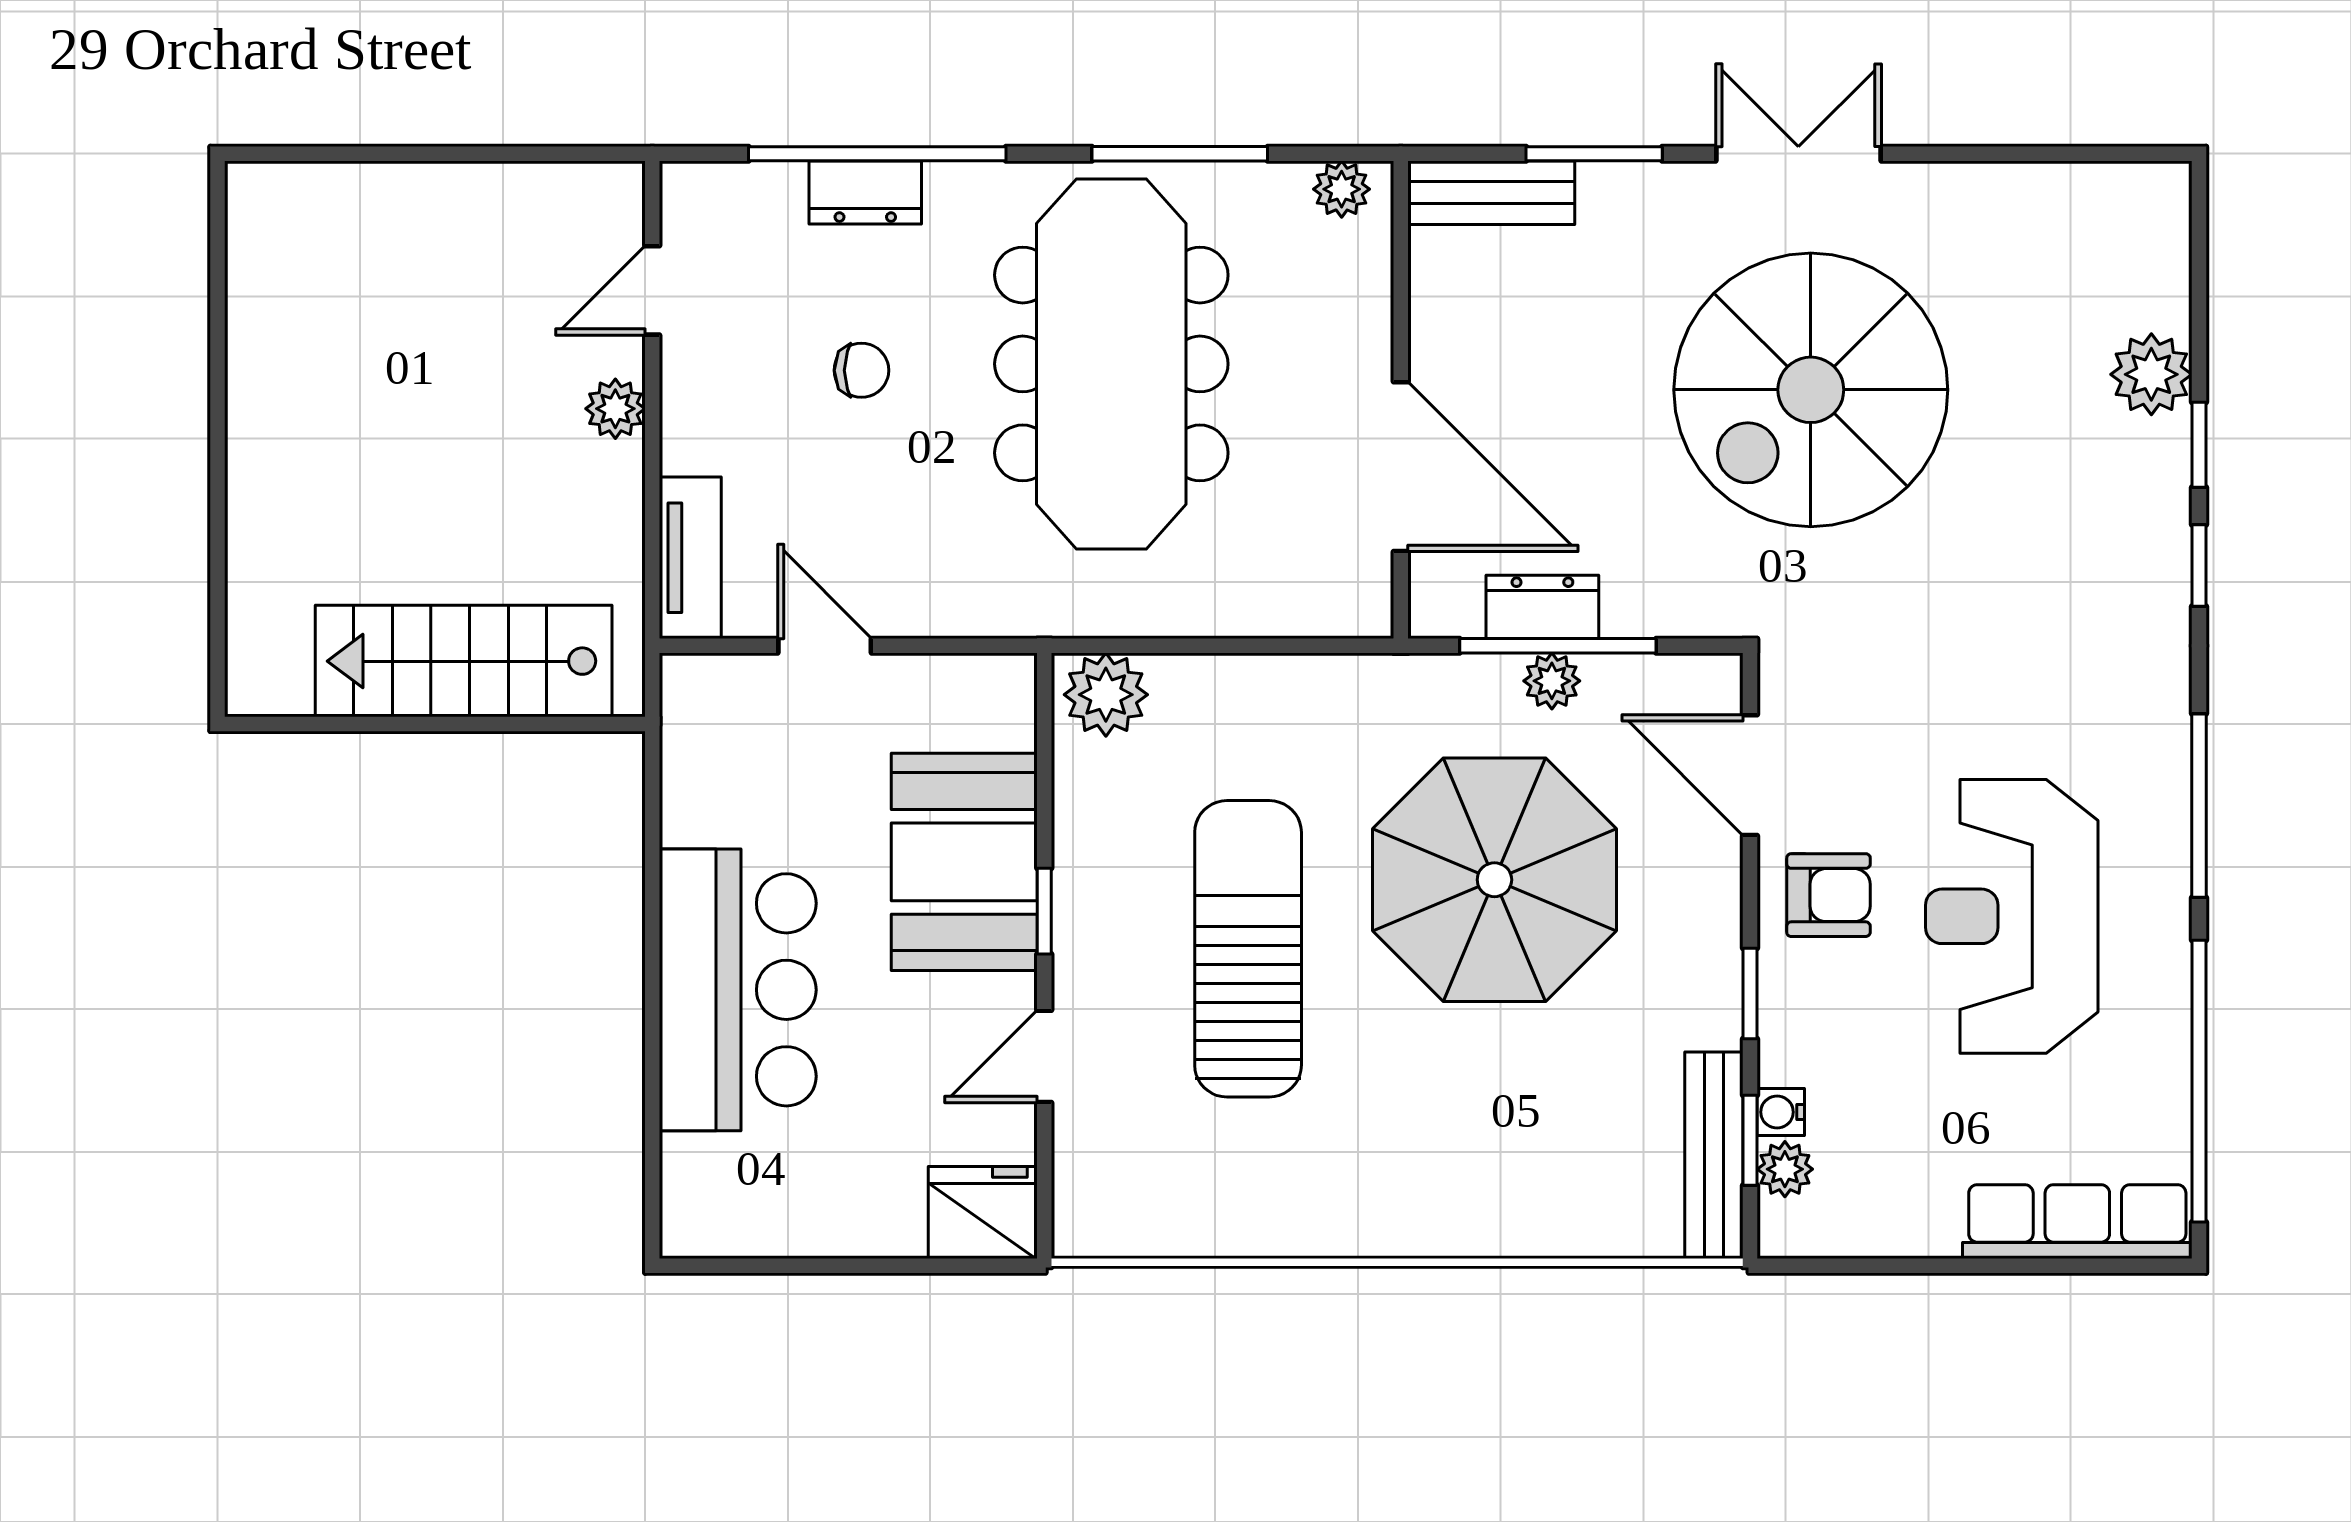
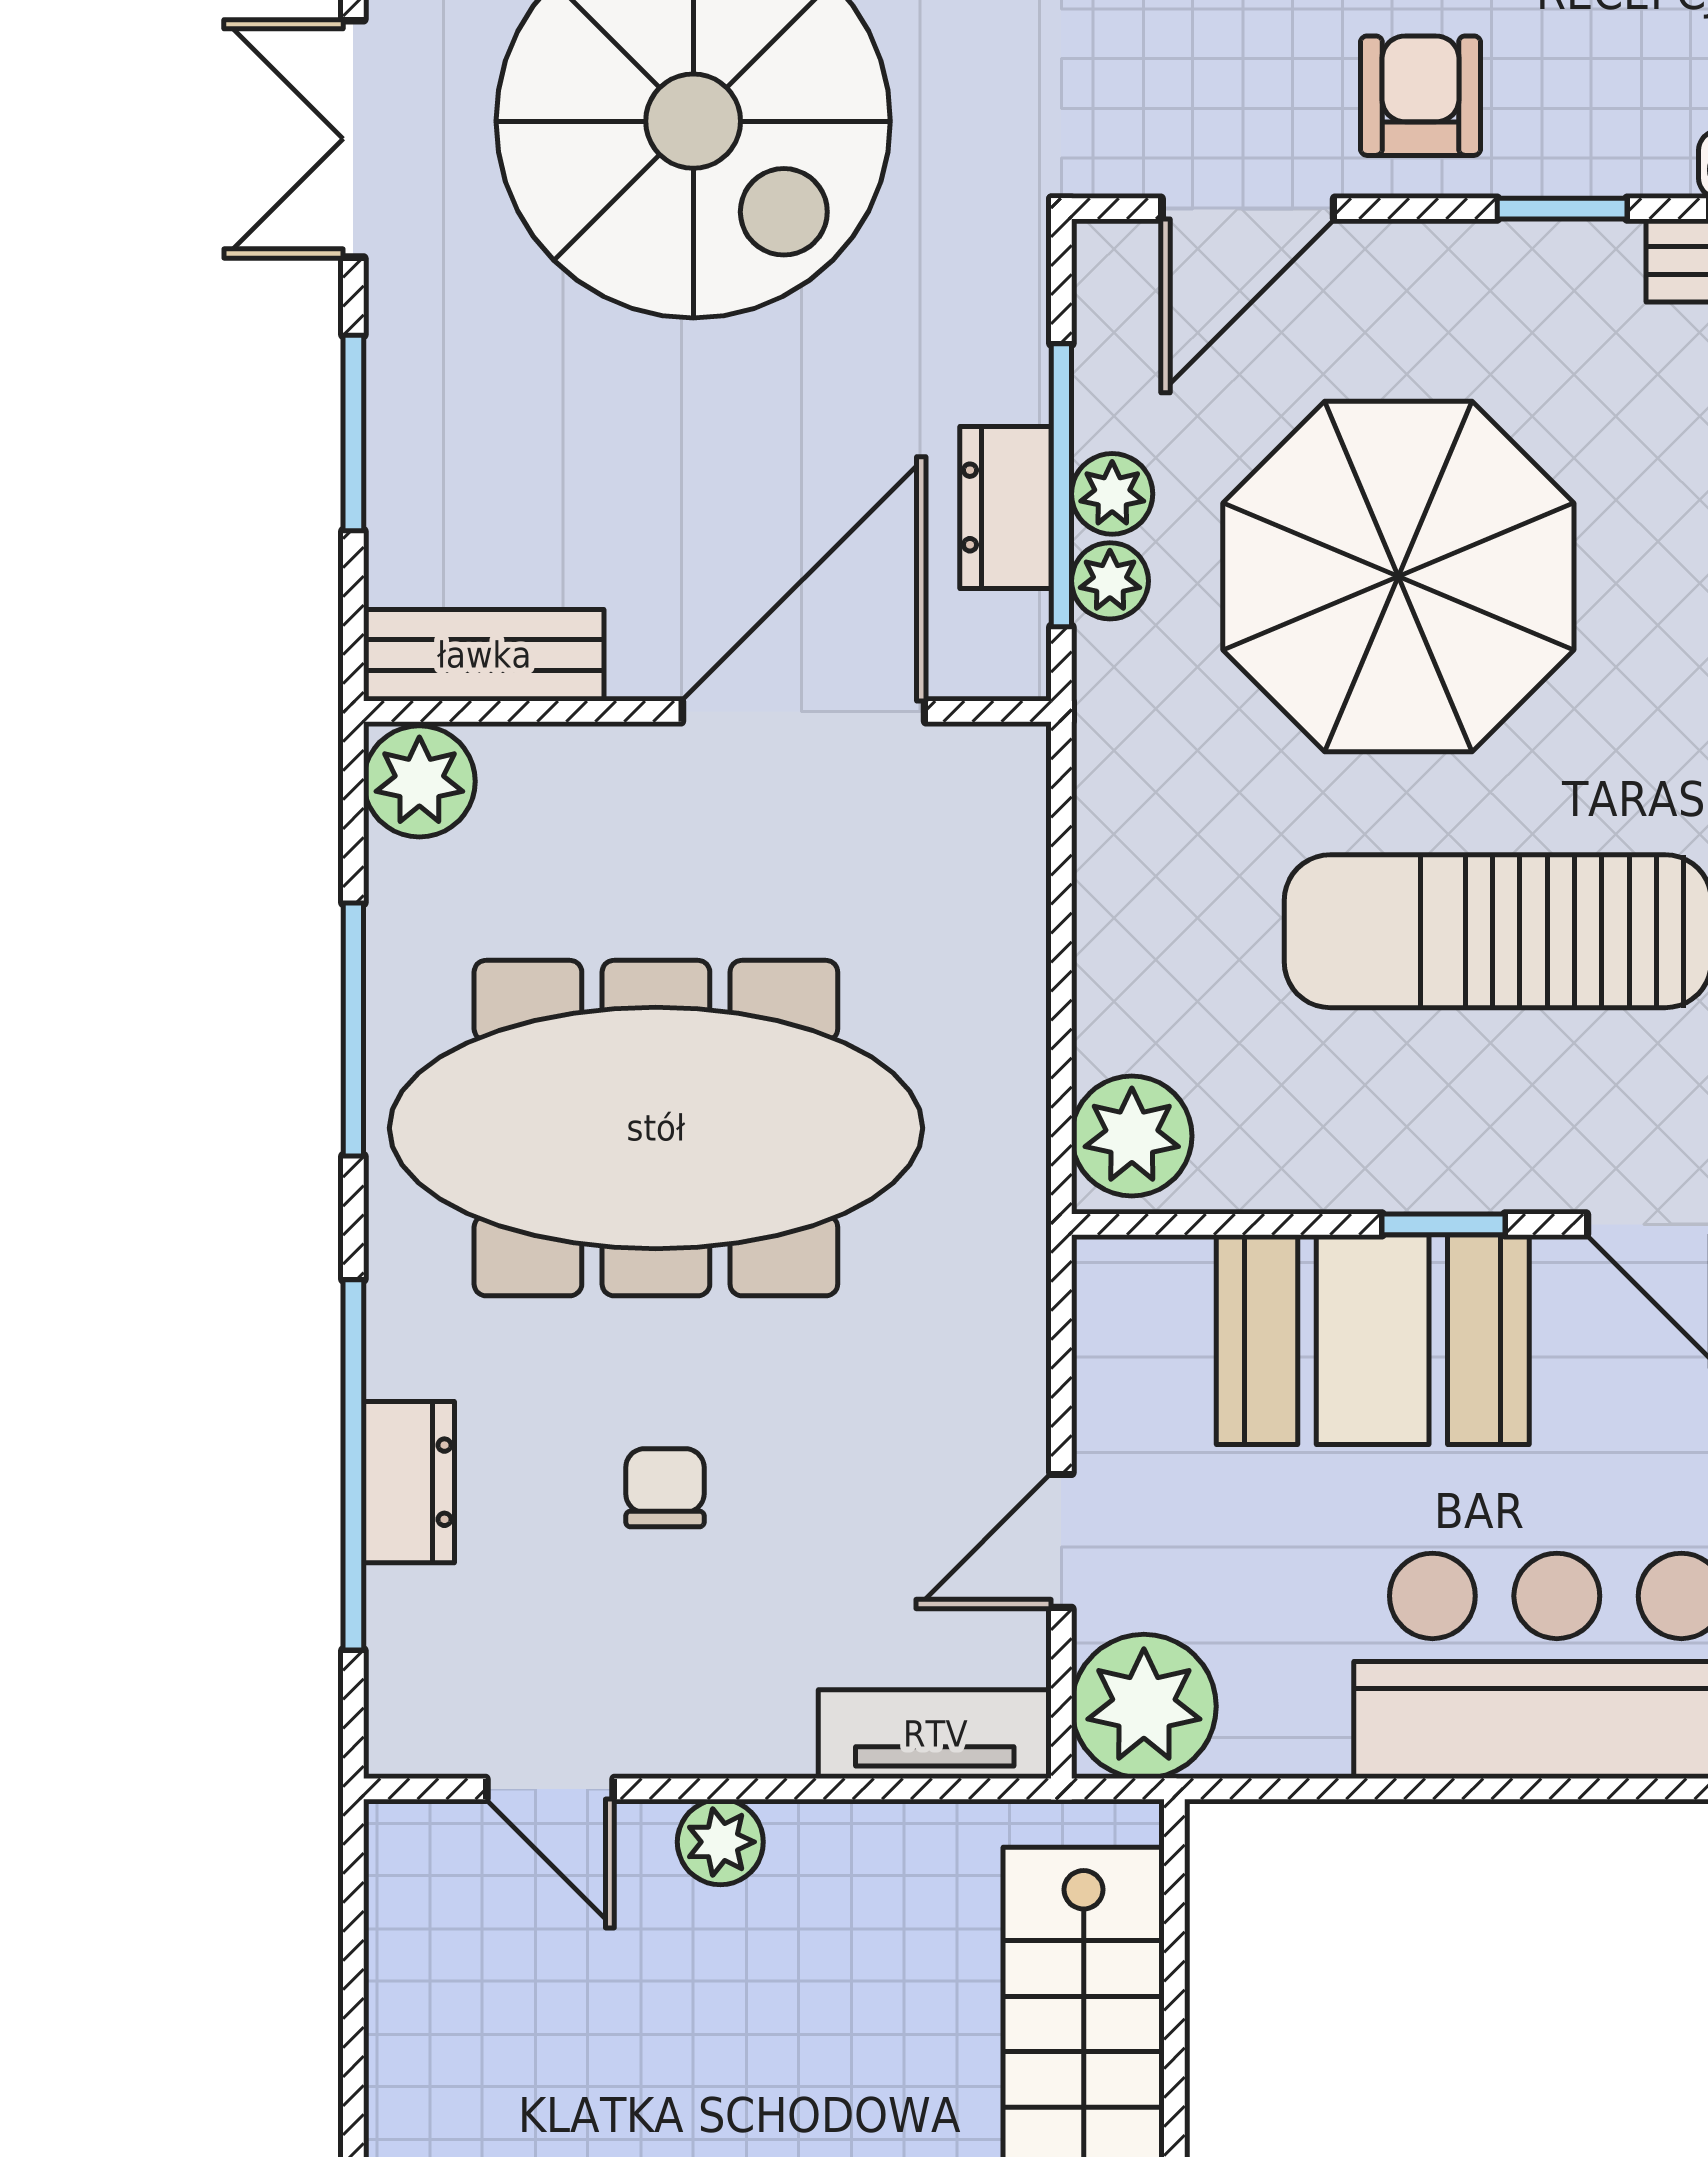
plant: (1342, 189) -> (419, 781), width x1.38, depth x1.38
bench: (1491, 193) -> (484, 655), moved, turned 90
plant: (1491, 679) -> (1110, 581), added
plant: (710, 703) -> (1144, 1706), added

